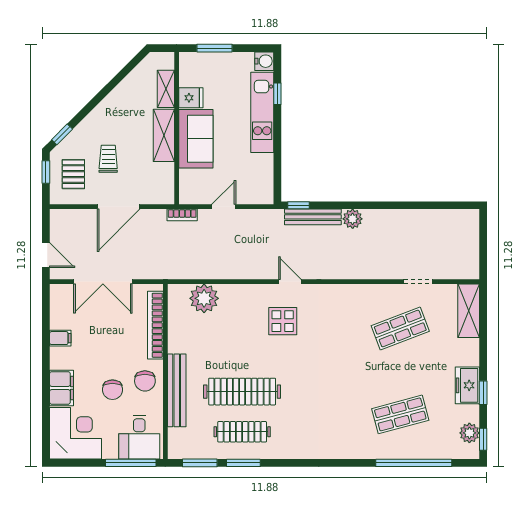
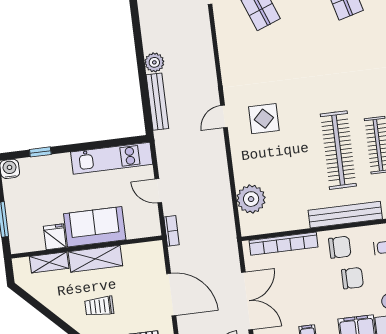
kitchen unit: (262, 112) -> (112, 158), moved
trolley: (108, 159) -> (99, 306), moved
window: (298, 205) -> (148, 117), removed

